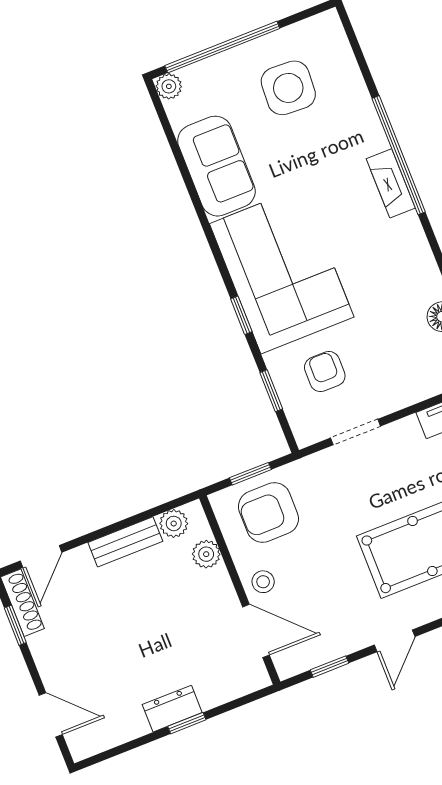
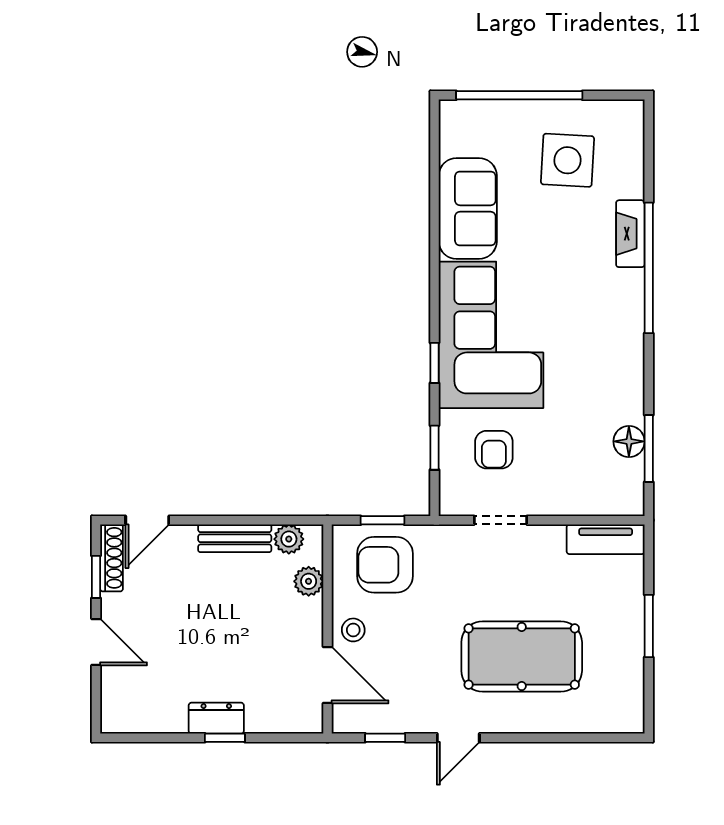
plant: (169, 86) -> (452, 113), removed
fireplace: (391, 183) -> (630, 234), moved
armchair: (325, 372) -> (494, 450), turned 180
door: (51, 715) -> (96, 642), moved

